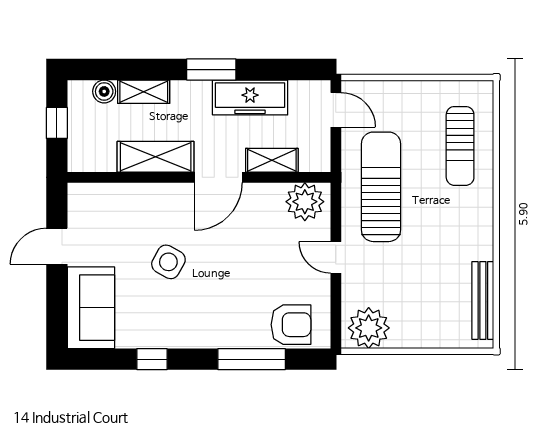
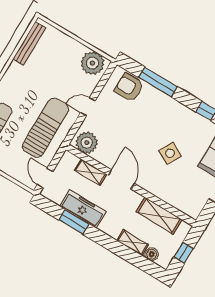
window: (211, 70) -> (74, 222), moved
shelving: (156, 157) -> (159, 216), moved
door: (218, 177) -> (121, 180), hinge flipped
sun lounger: (381, 187) -> (46, 128), turned 180
door: (336, 257) -> (88, 107), swing flipped

